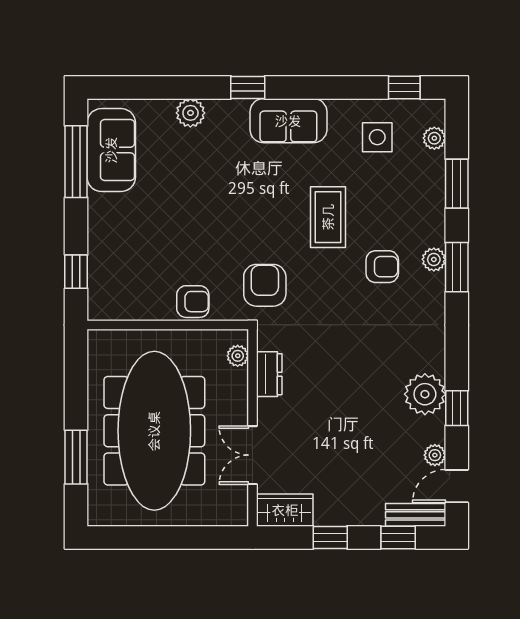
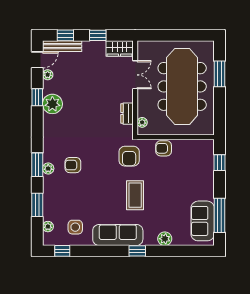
sofa: (288, 121) -> (118, 235), width x1.36
coffee table: (328, 217) -> (135, 195), moved
bench: (416, 515) -> (62, 46), width x1.36

